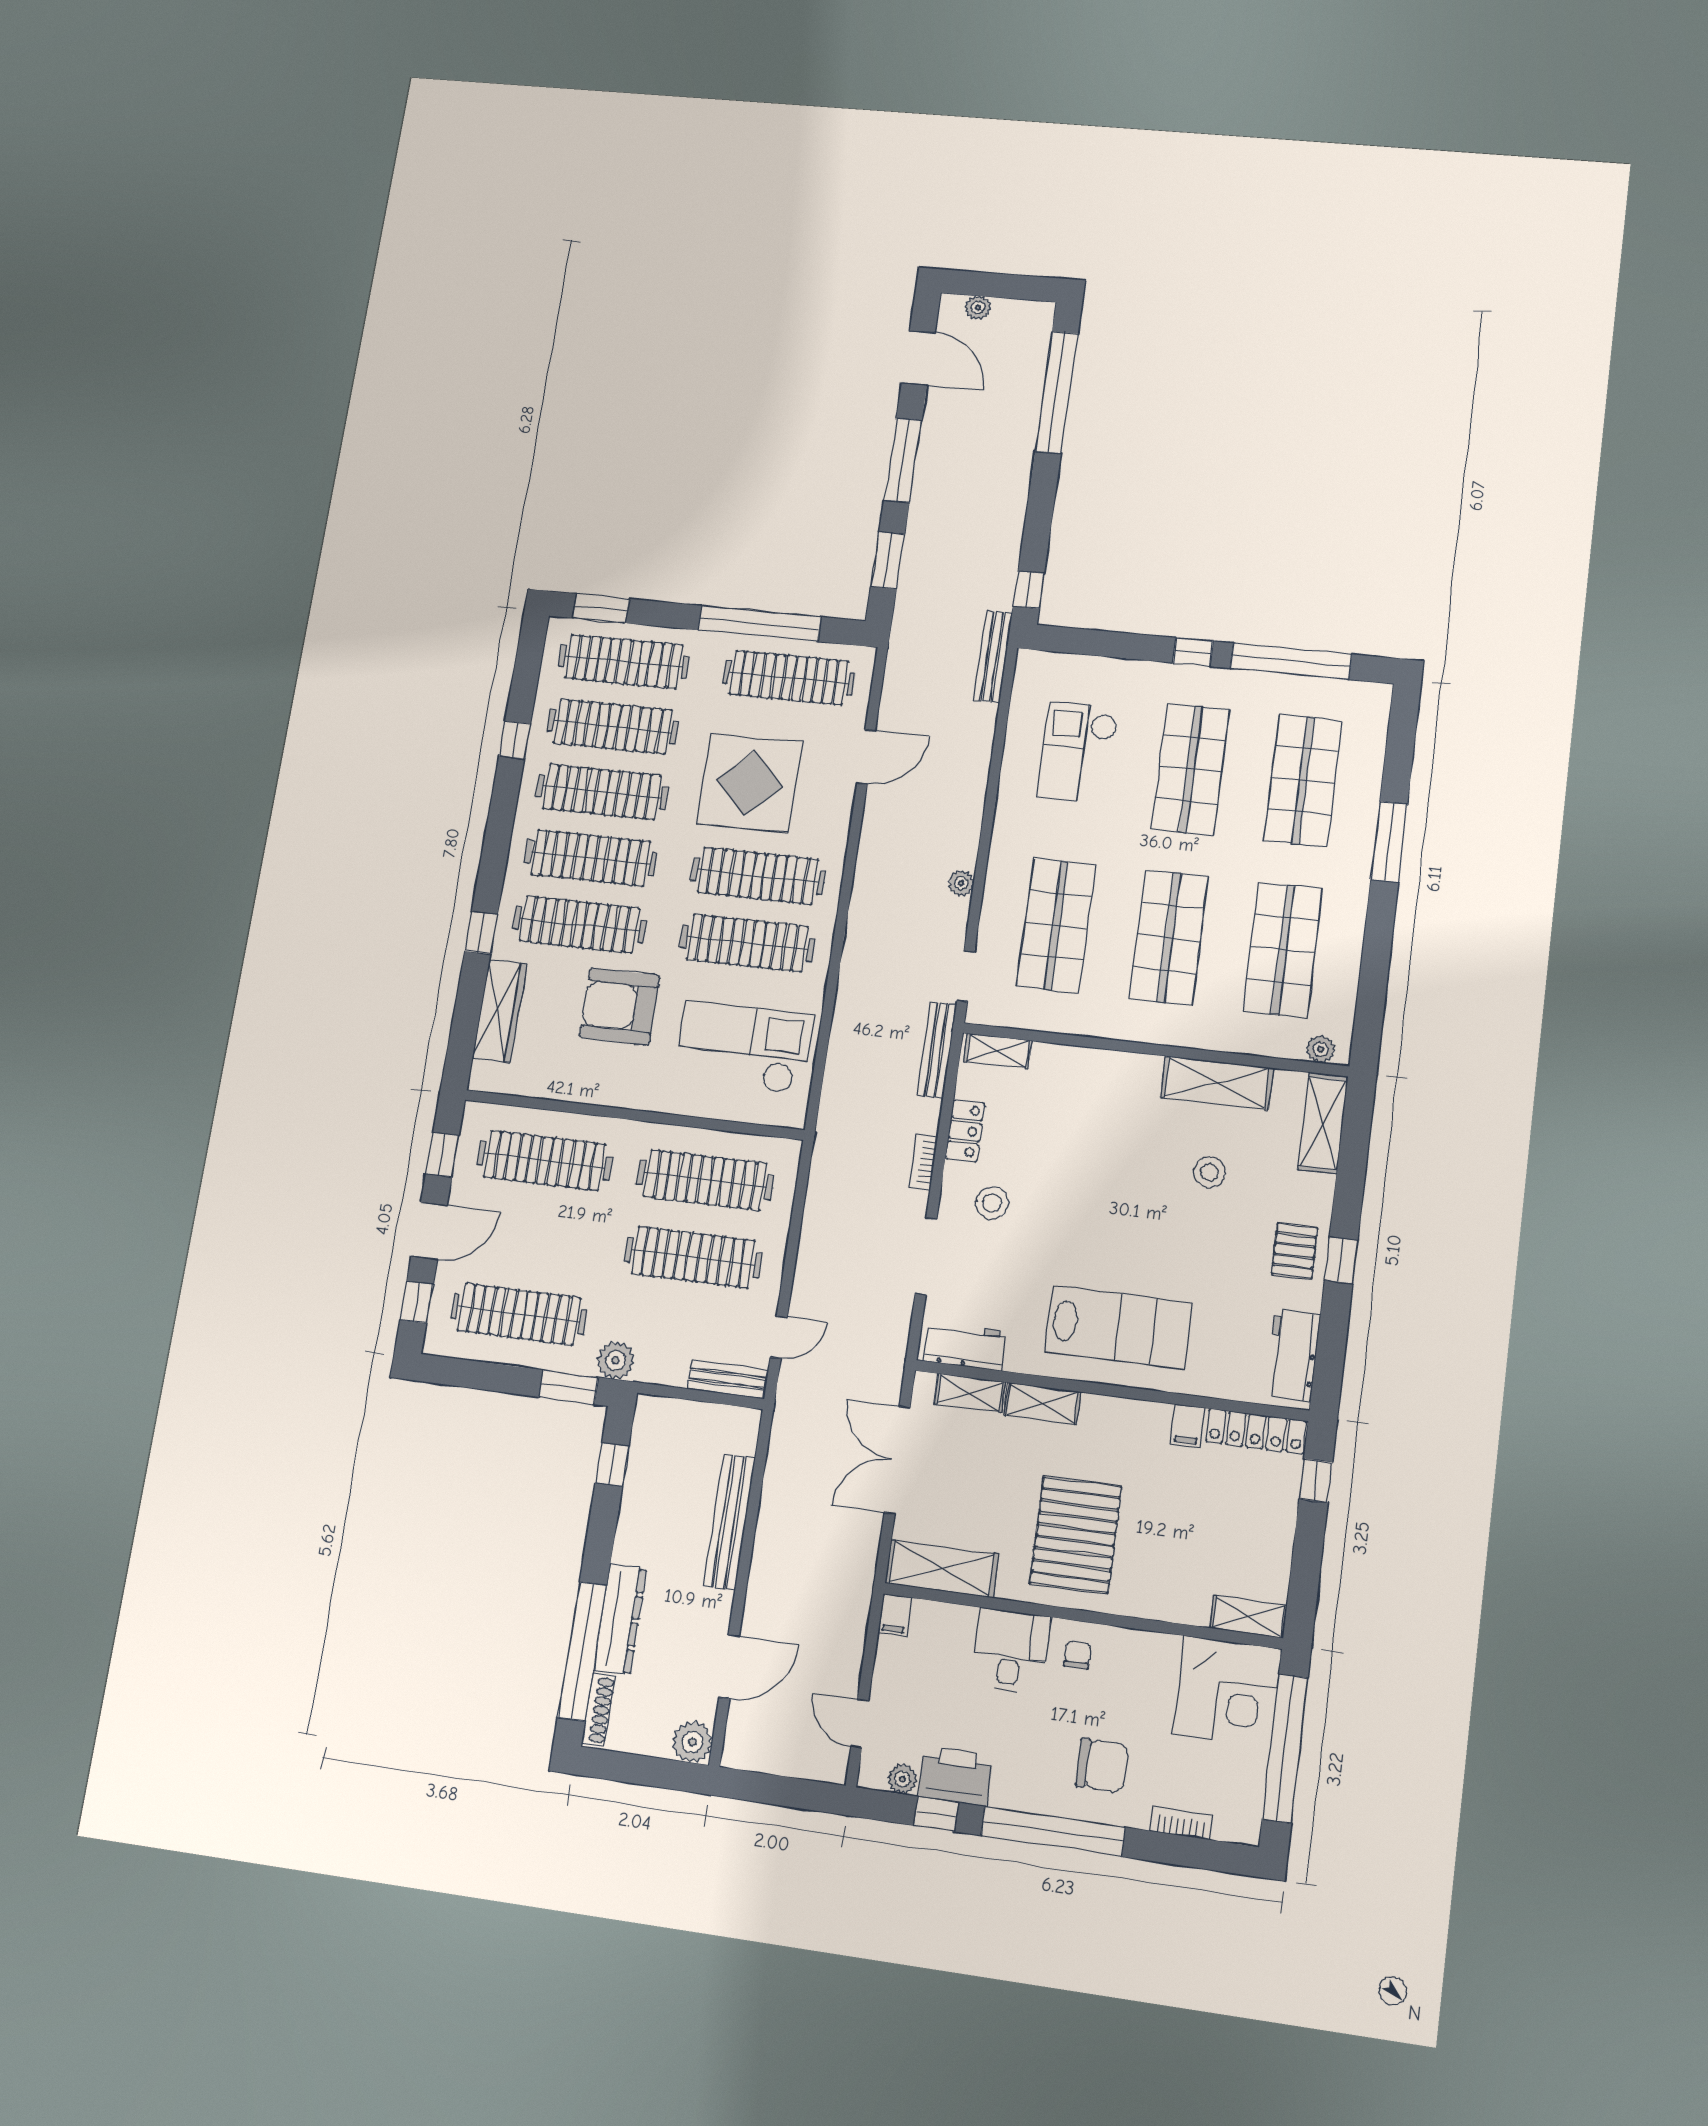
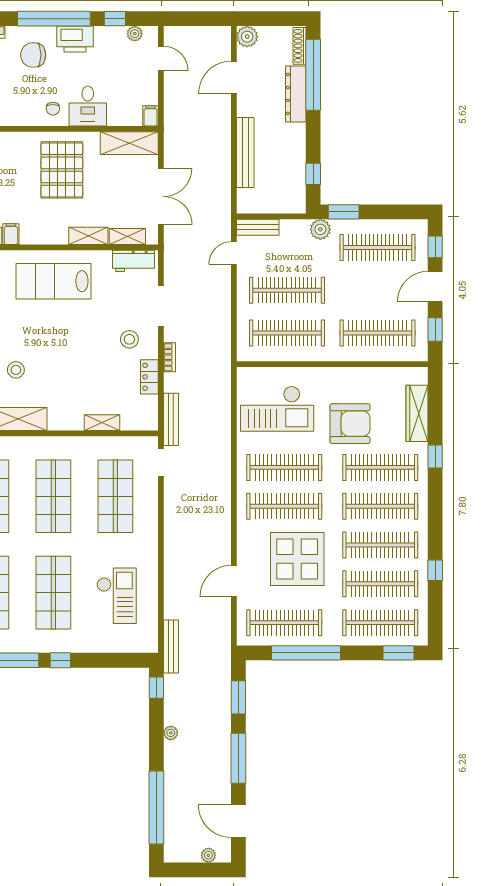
plant: (961, 883) -> (171, 733), moved
shelving: (998, 1051) -> (102, 423), moved
printer: (956, 1776) -> (75, 39), moved

